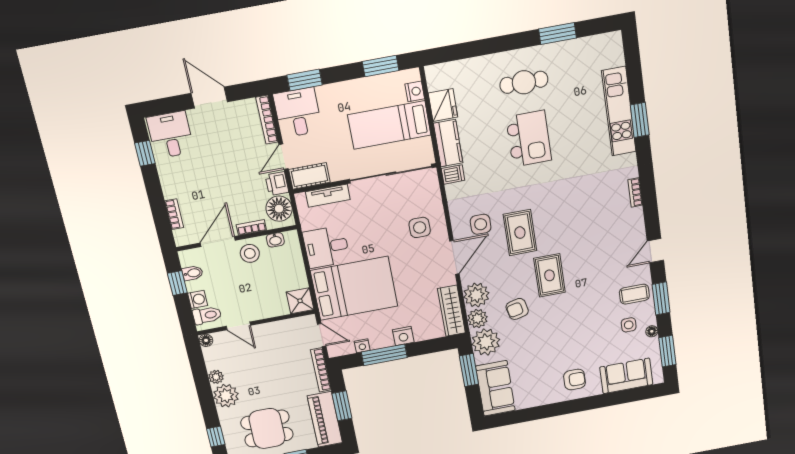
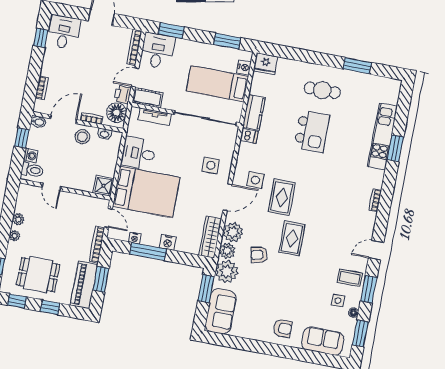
fridge: (443, 105) -> (265, 64), moved, turned 90
bidet: (193, 273) -> (38, 122), moved
floor lamp: (206, 340) -> (23, 189), removed
plant: (226, 396) -> (15, 236), width x0.53, depth x0.53

